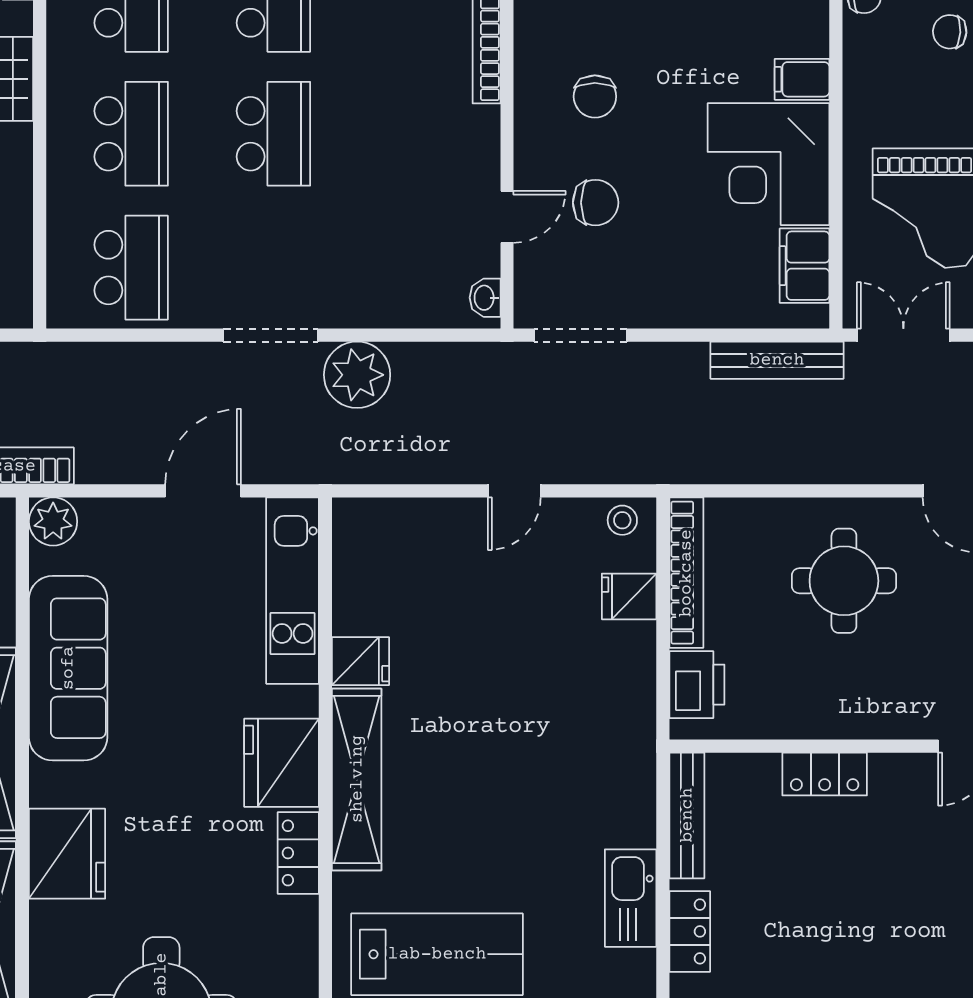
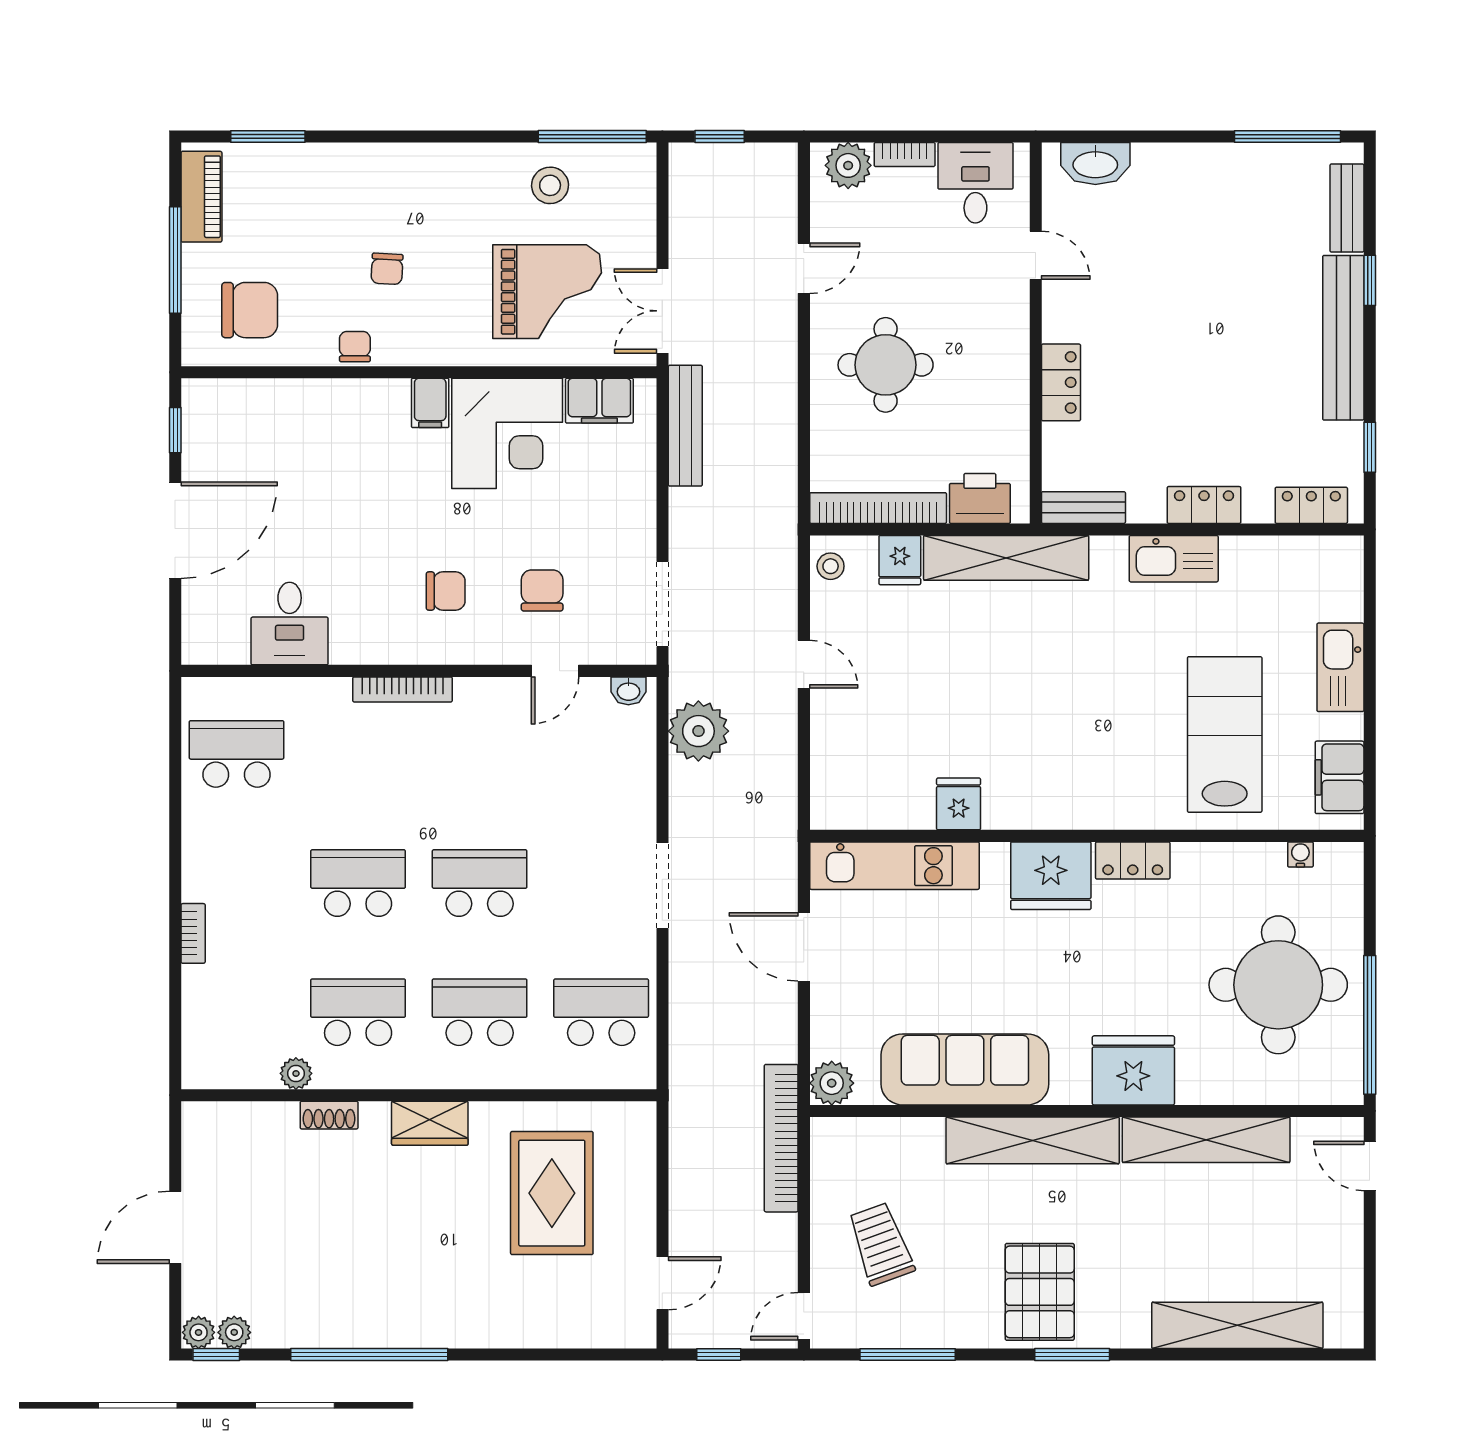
door: (507, 217) -> (555, 671), swing flipped
plant: (357, 375) -> (698, 731), moved
shelving: (357, 779) -> (1006, 558), moved
bench: (687, 815) -> (1083, 508), width x0.73

